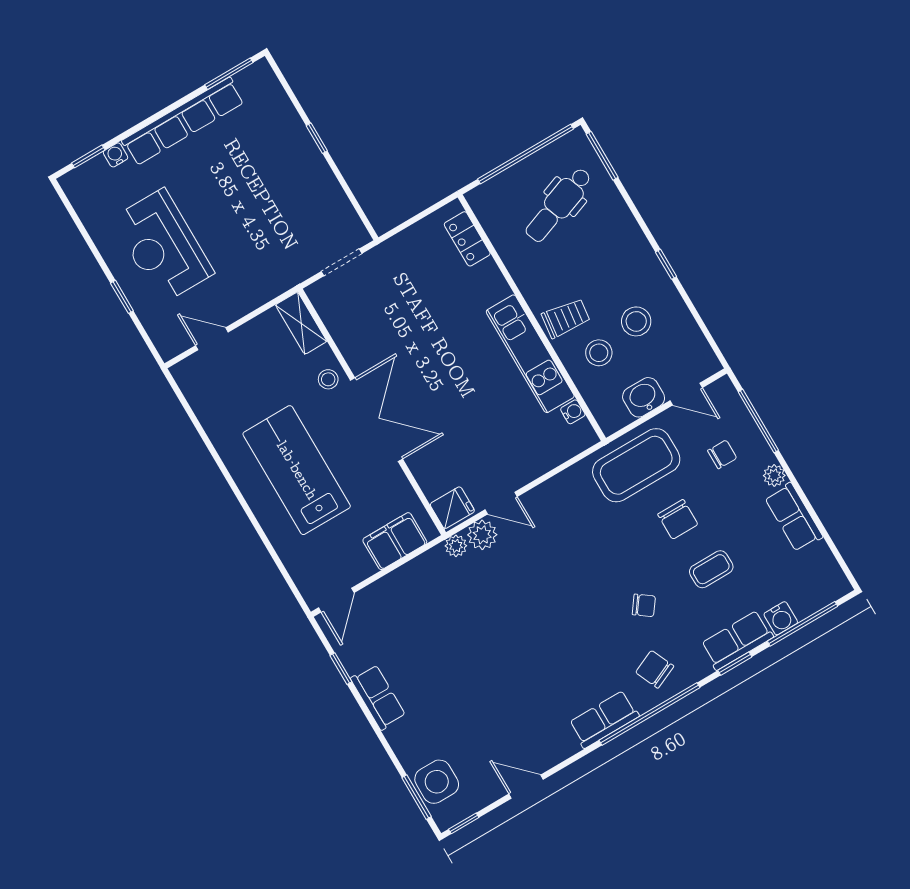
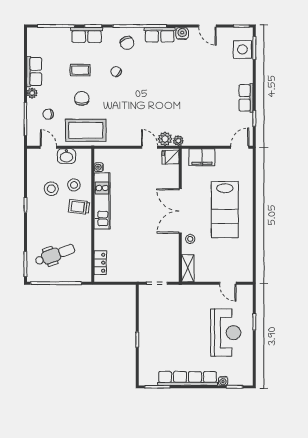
water cooler: (781, 618) -> (182, 34), moved

